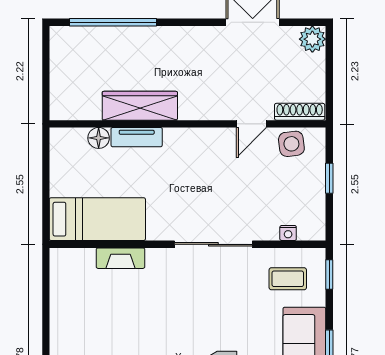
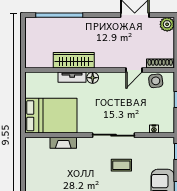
floor lamp: (99, 138) -> (93, 78), moved
bed: (97, 219) -> (51, 116), width x1.50
coffee table: (288, 279) -> (121, 165), moved

